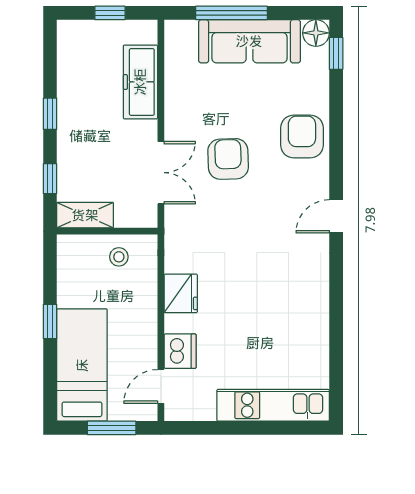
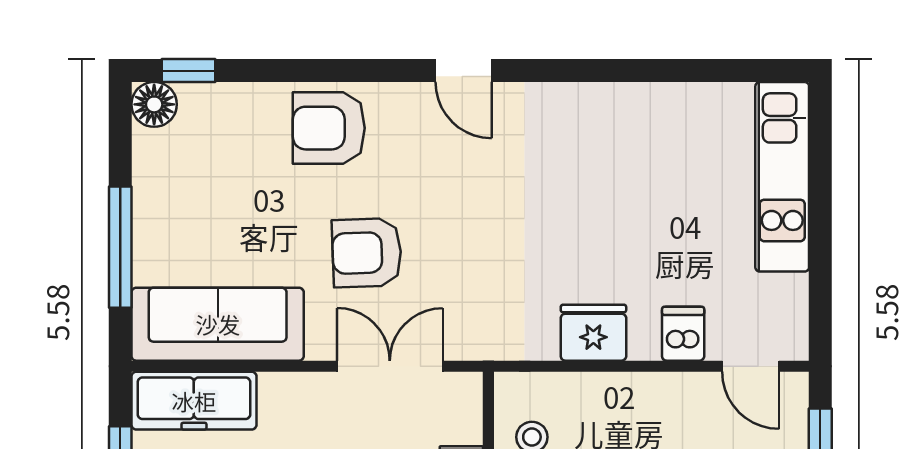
sofa: (249, 41) -> (218, 324), moved, turned -90
freezer: (140, 82) -> (194, 401), moved
dishwasher: (180, 351) -> (683, 334), width x0.73

